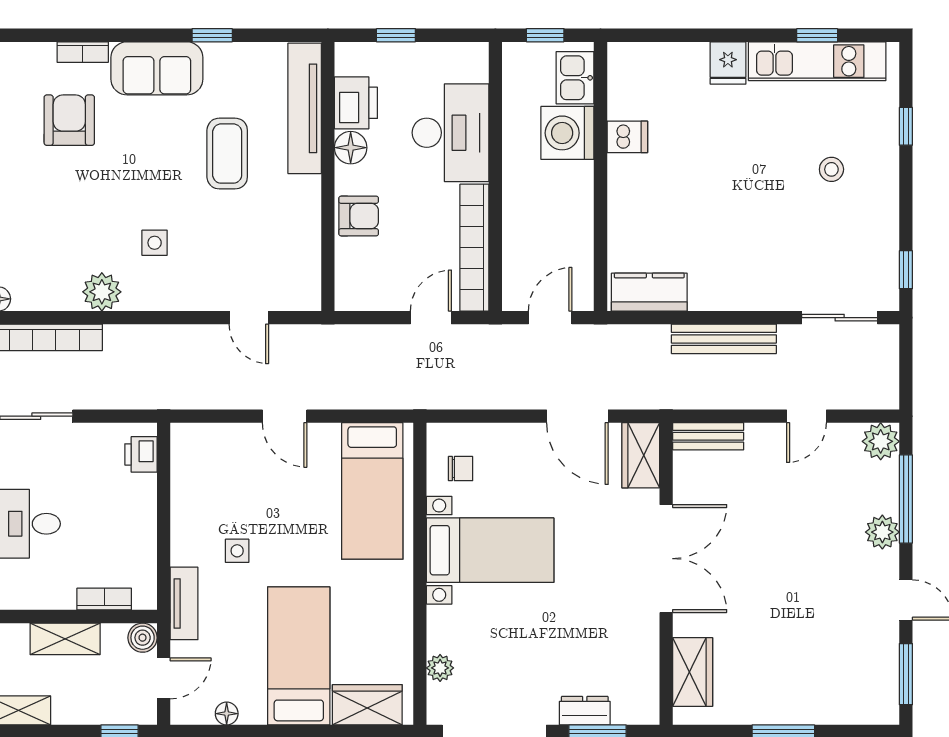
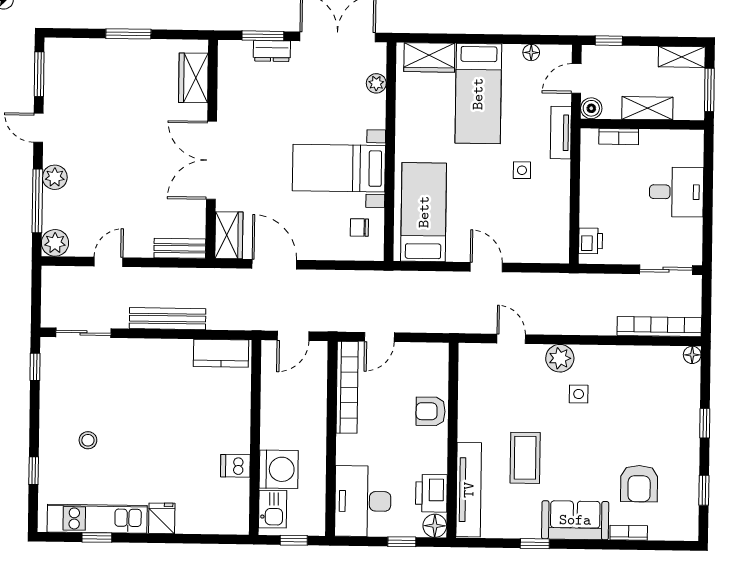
desk: (450, 133) -> (363, 501), moved
floor lamp: (351, 148) -> (435, 526), moved
plant: (102, 292) -> (560, 358), moved

